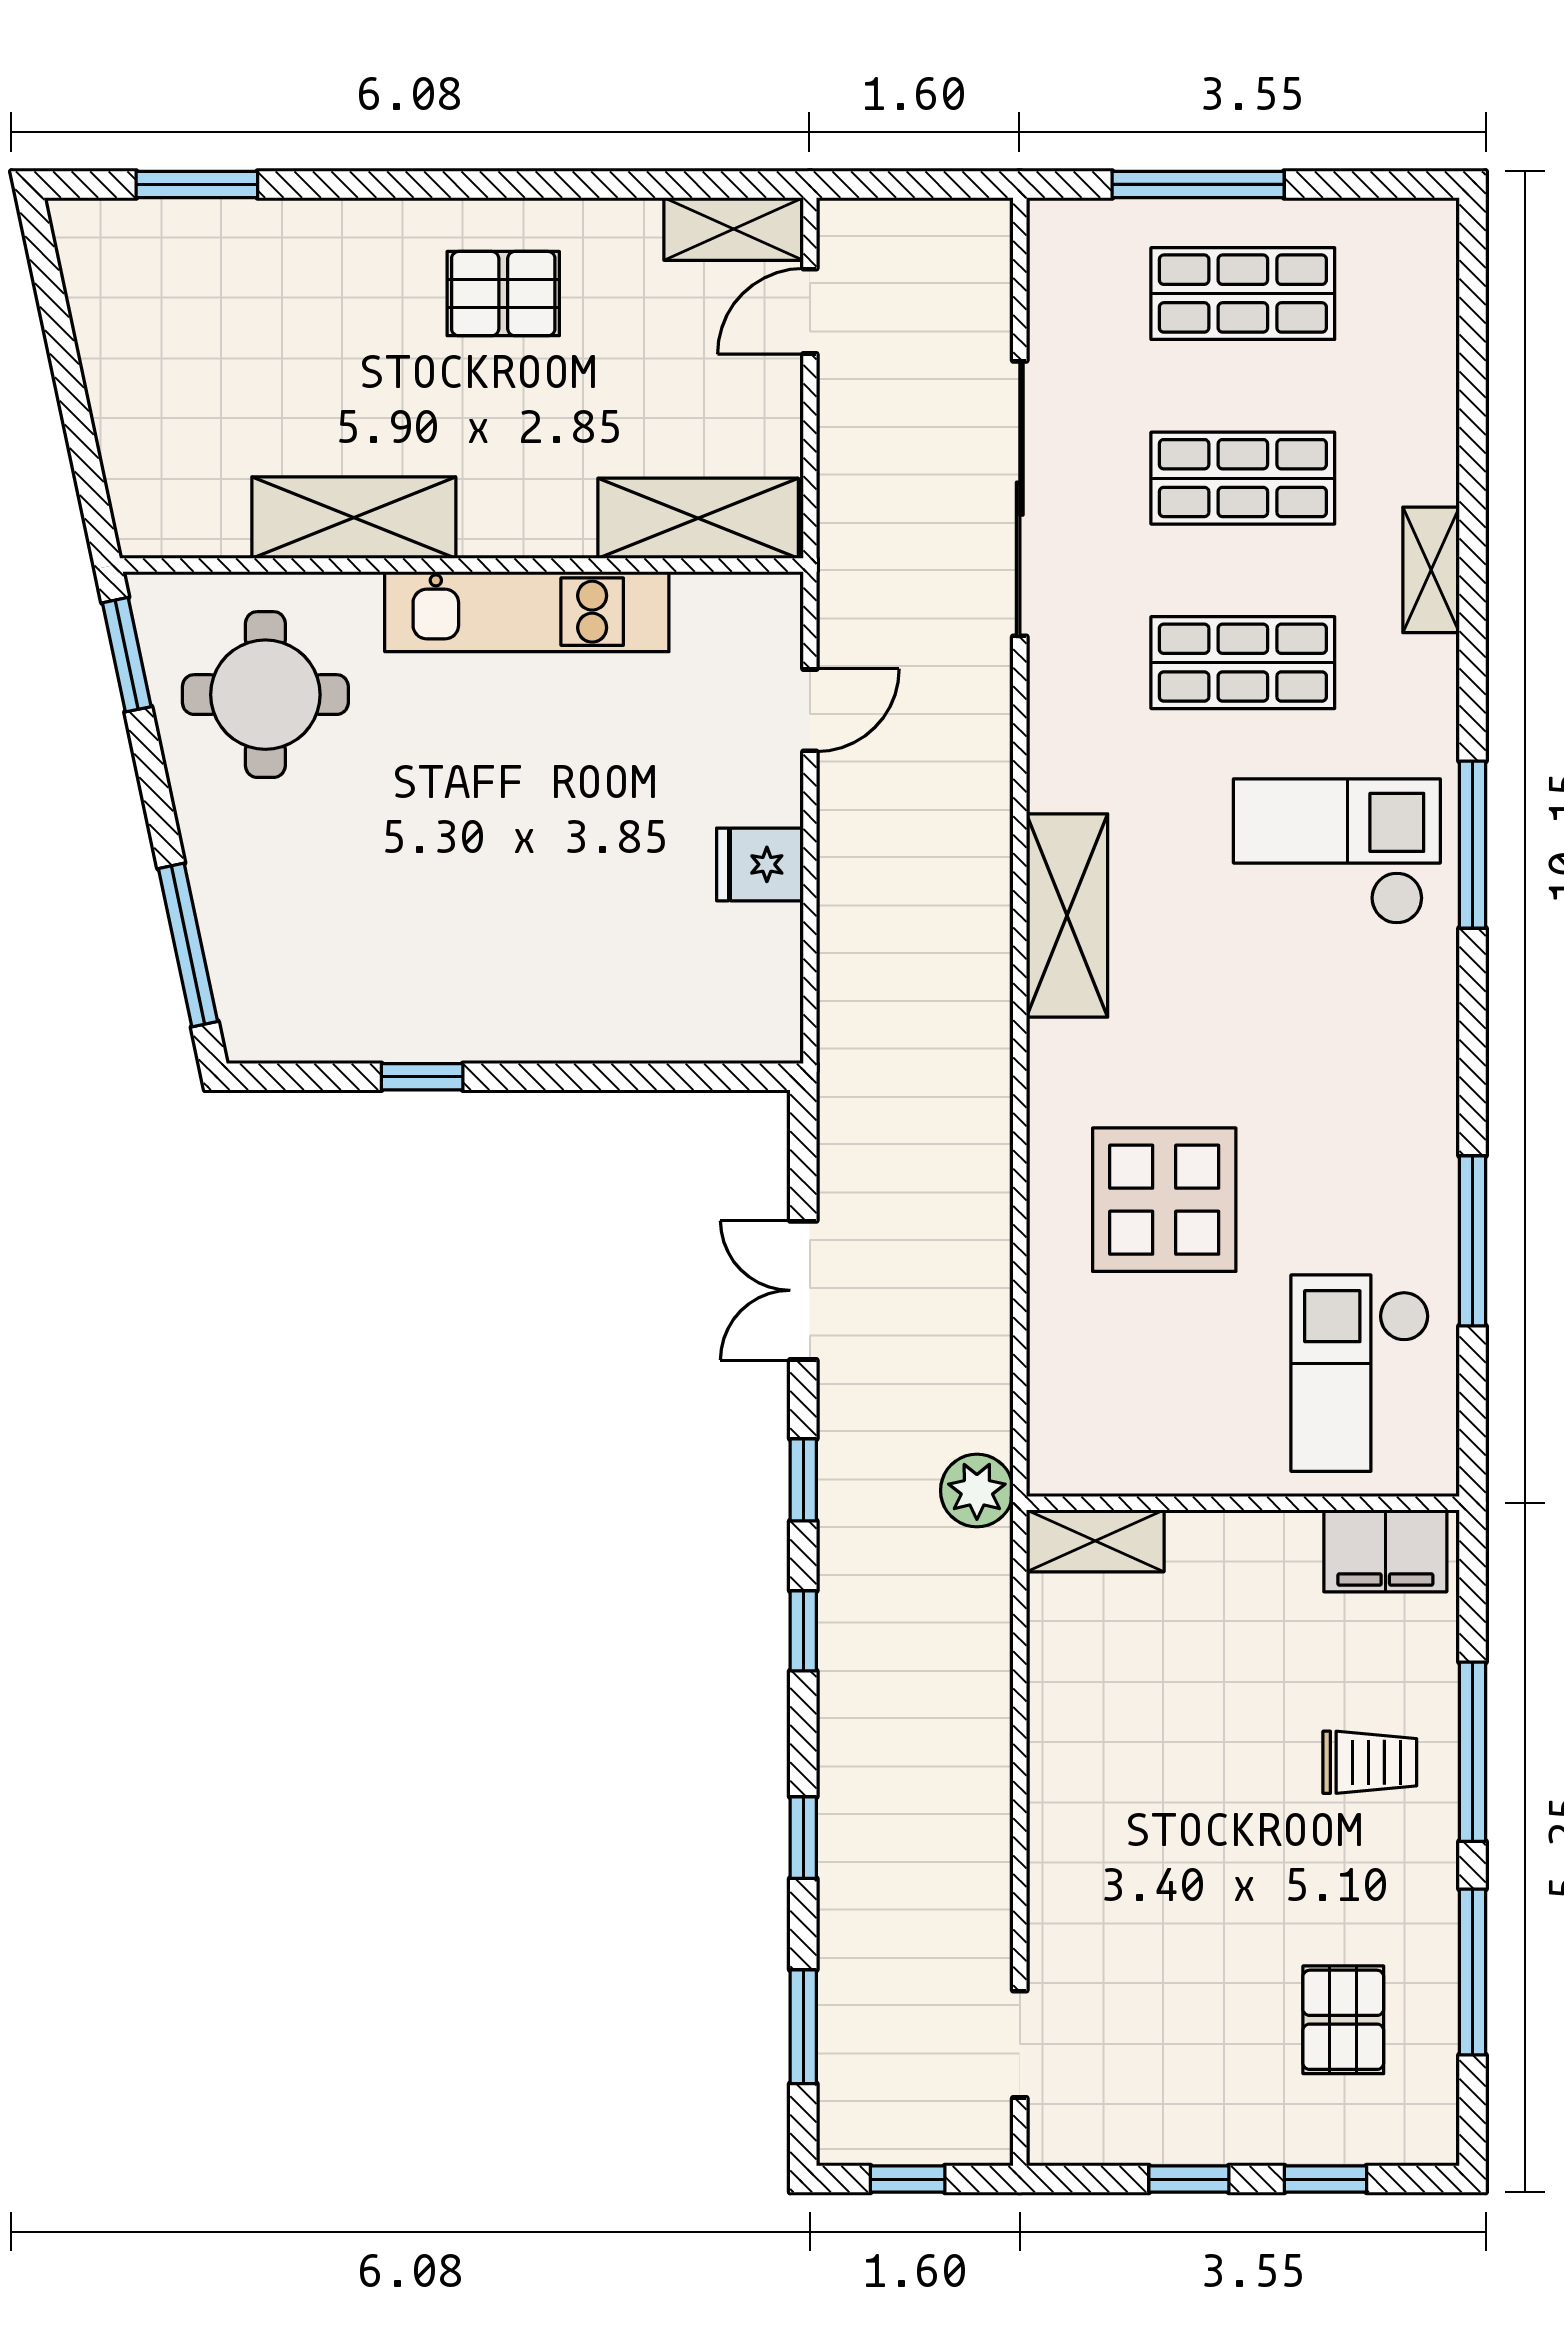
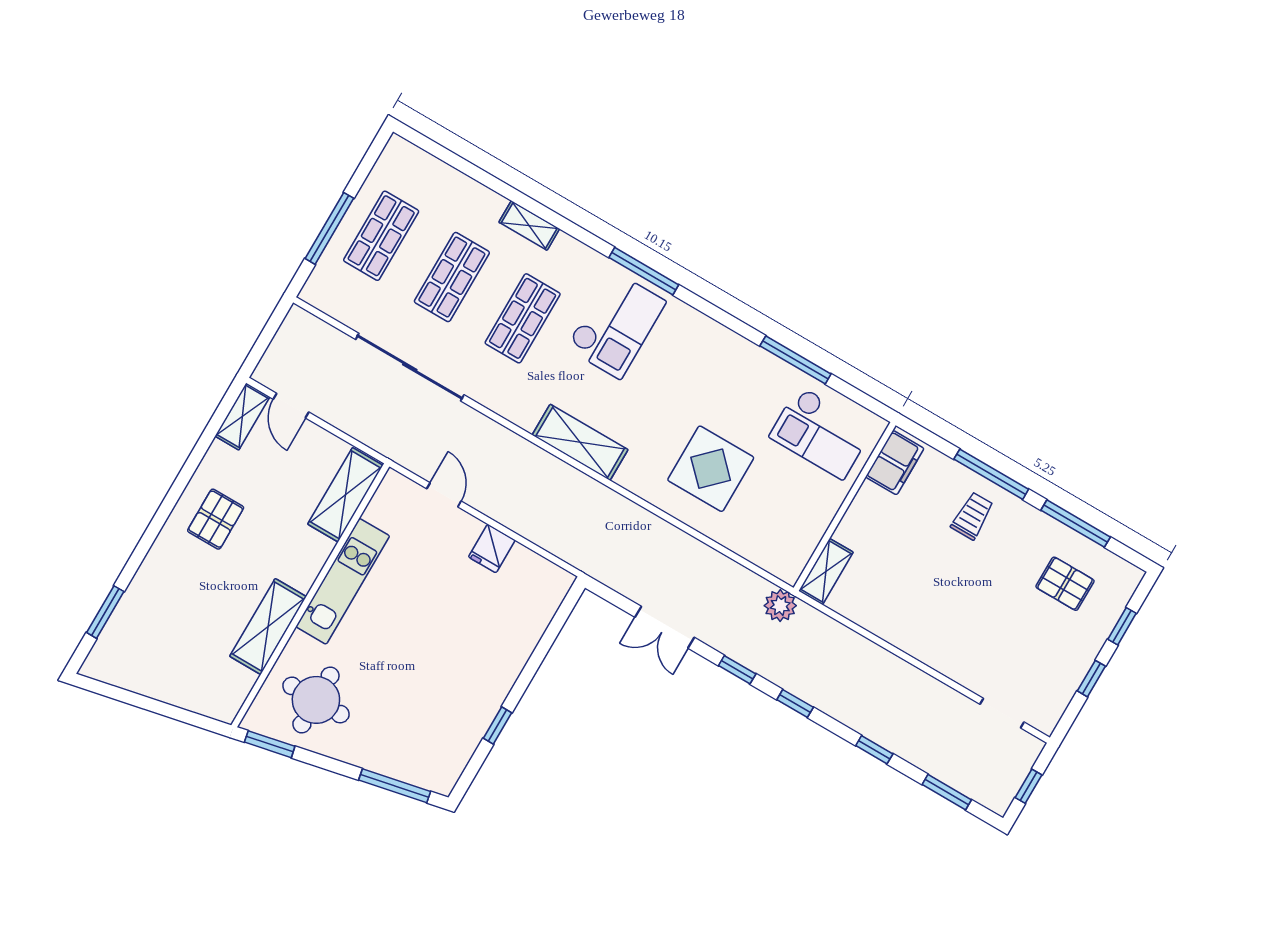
checkout: (1337, 851) -> (616, 325), turned 180

